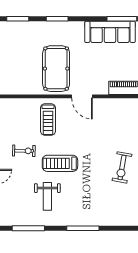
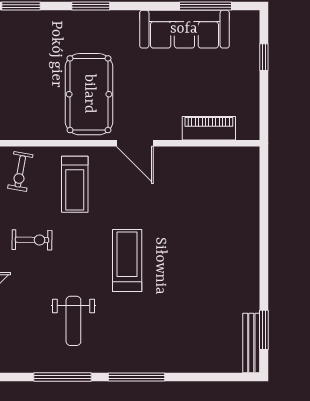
treadmill: (60, 163) -> (127, 261), moved, turned 90
exercise bike: (122, 167) -> (20, 171), moved, width x0.73, depth x0.72
window: (28, 228) -> (63, 377), moved

